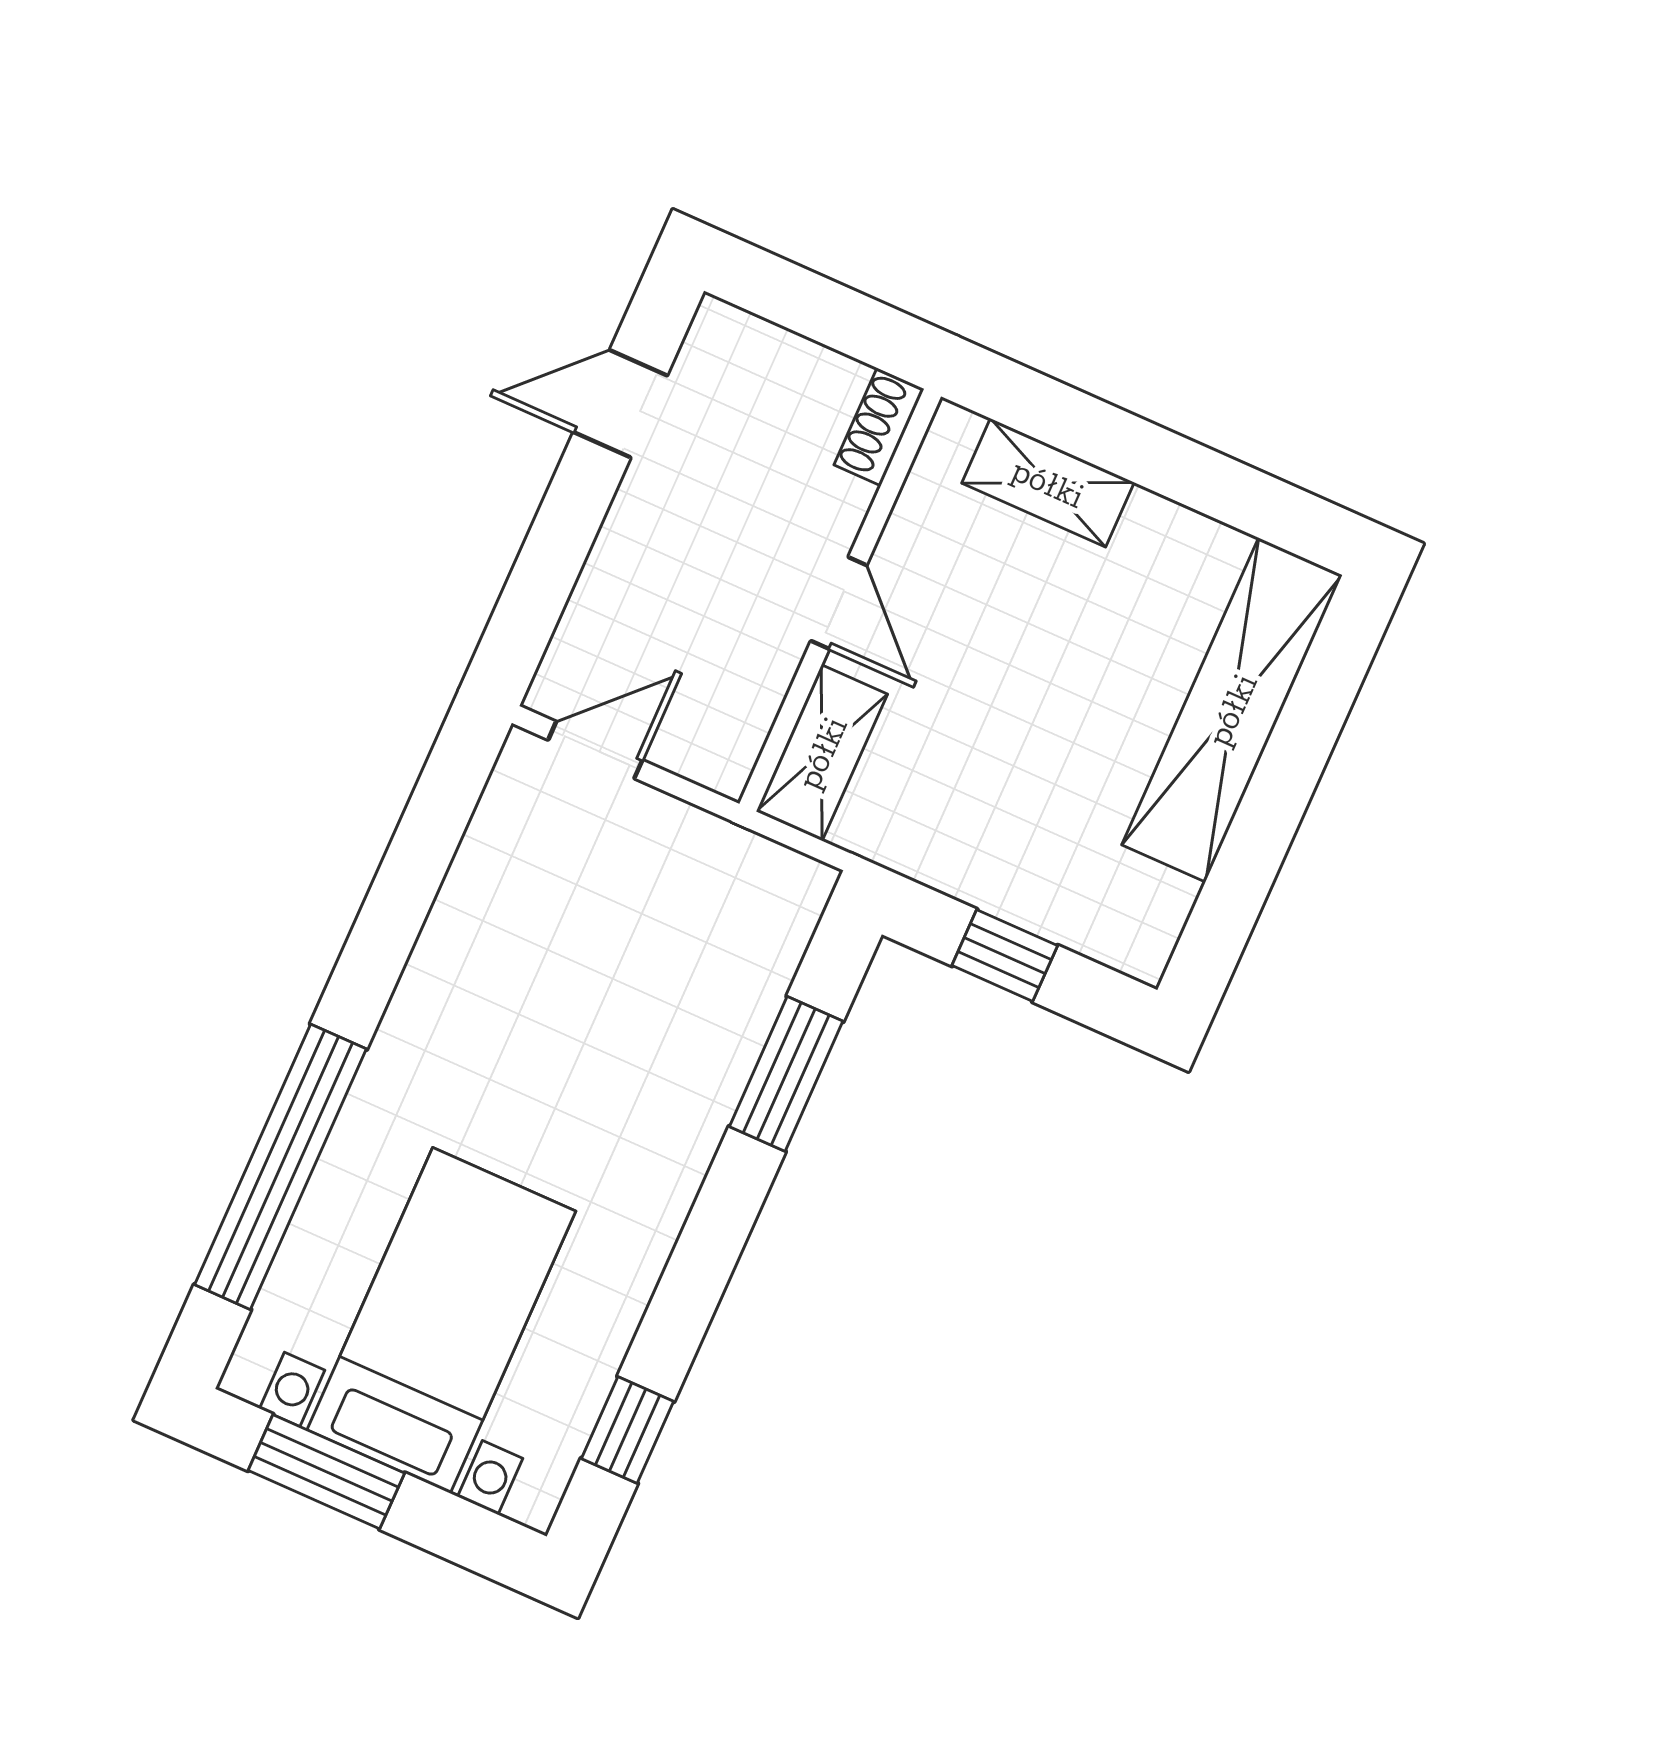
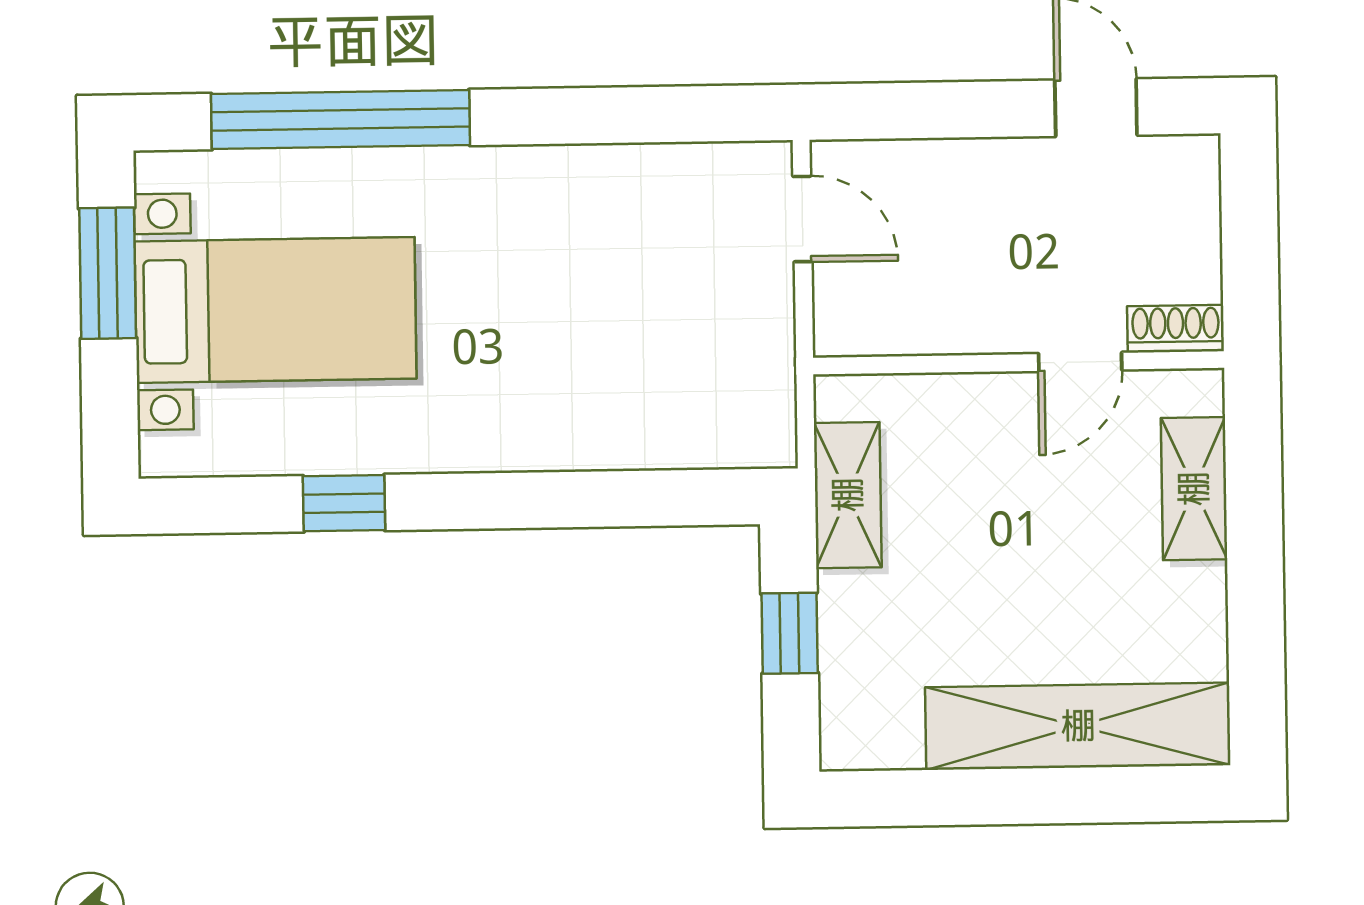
door: (839, 603) -> (1080, 362), moved
shelving: (822, 753) -> (848, 495), moved, turned 90
window: (786, 1074) -> (609, 499), removed
window: (628, 1430) -> (344, 503), moved

